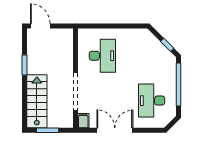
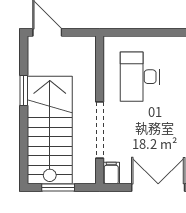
desk: (102, 56) -> (140, 77), turned 180
stairs: (37, 101) -> (50, 130), width x1.36, depth x1.51

